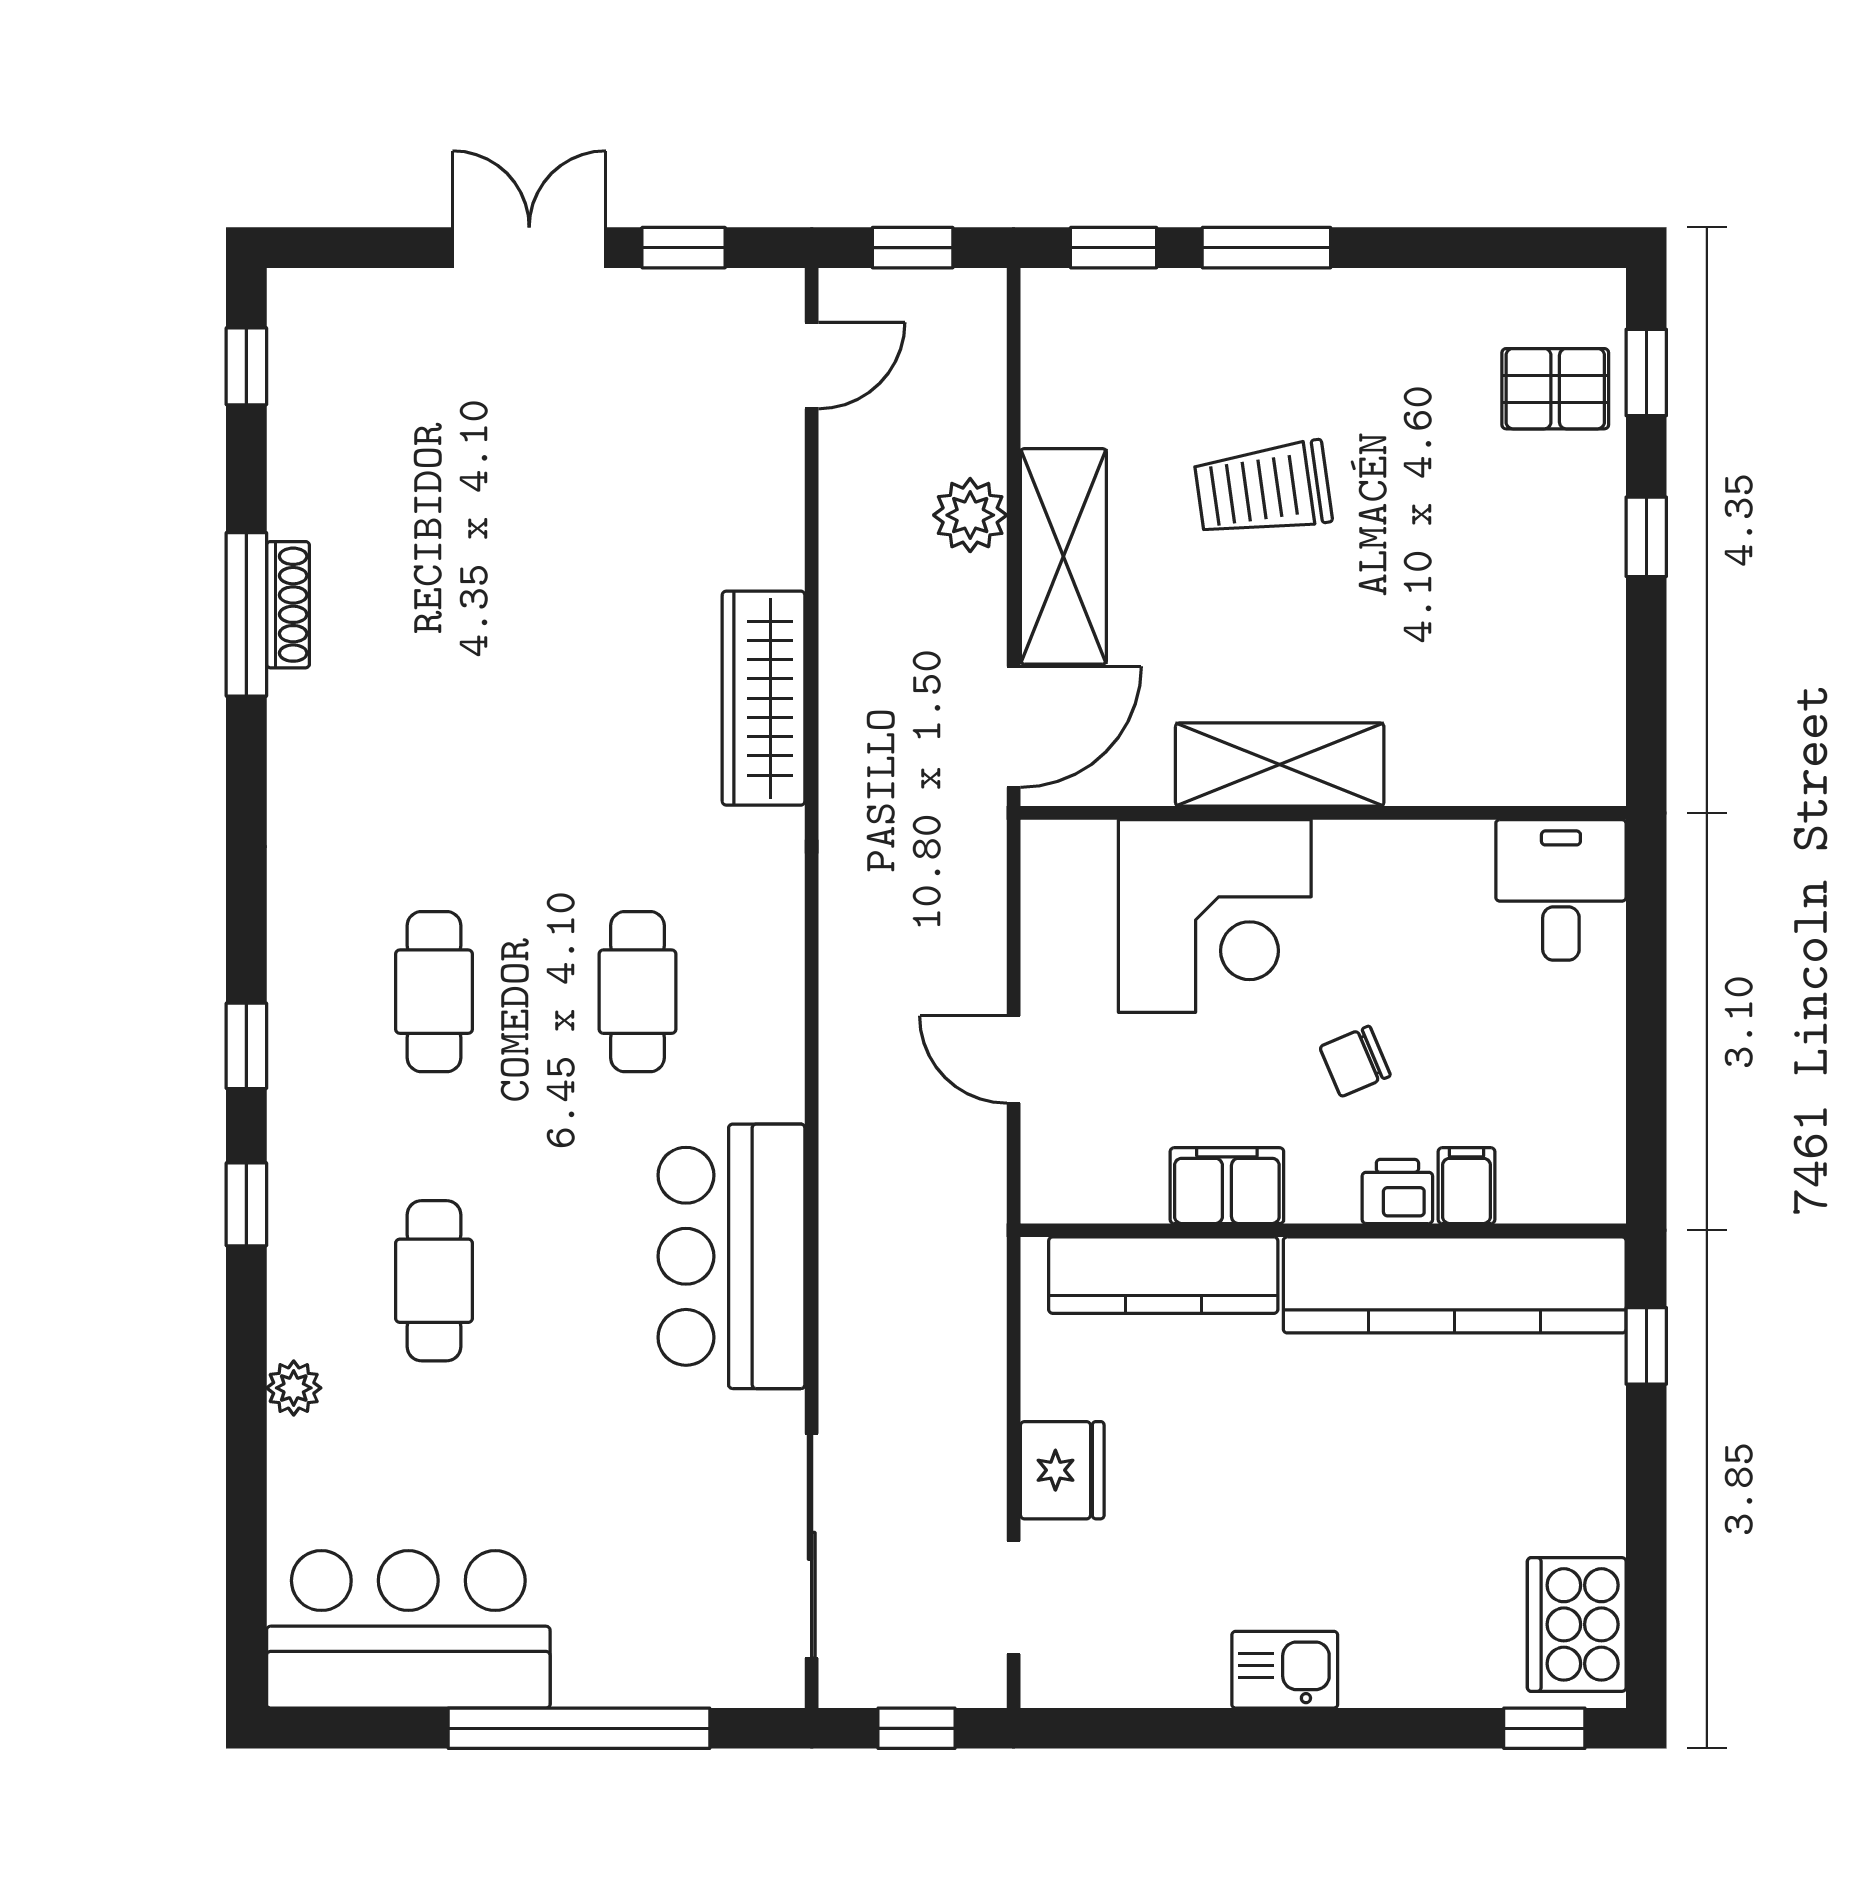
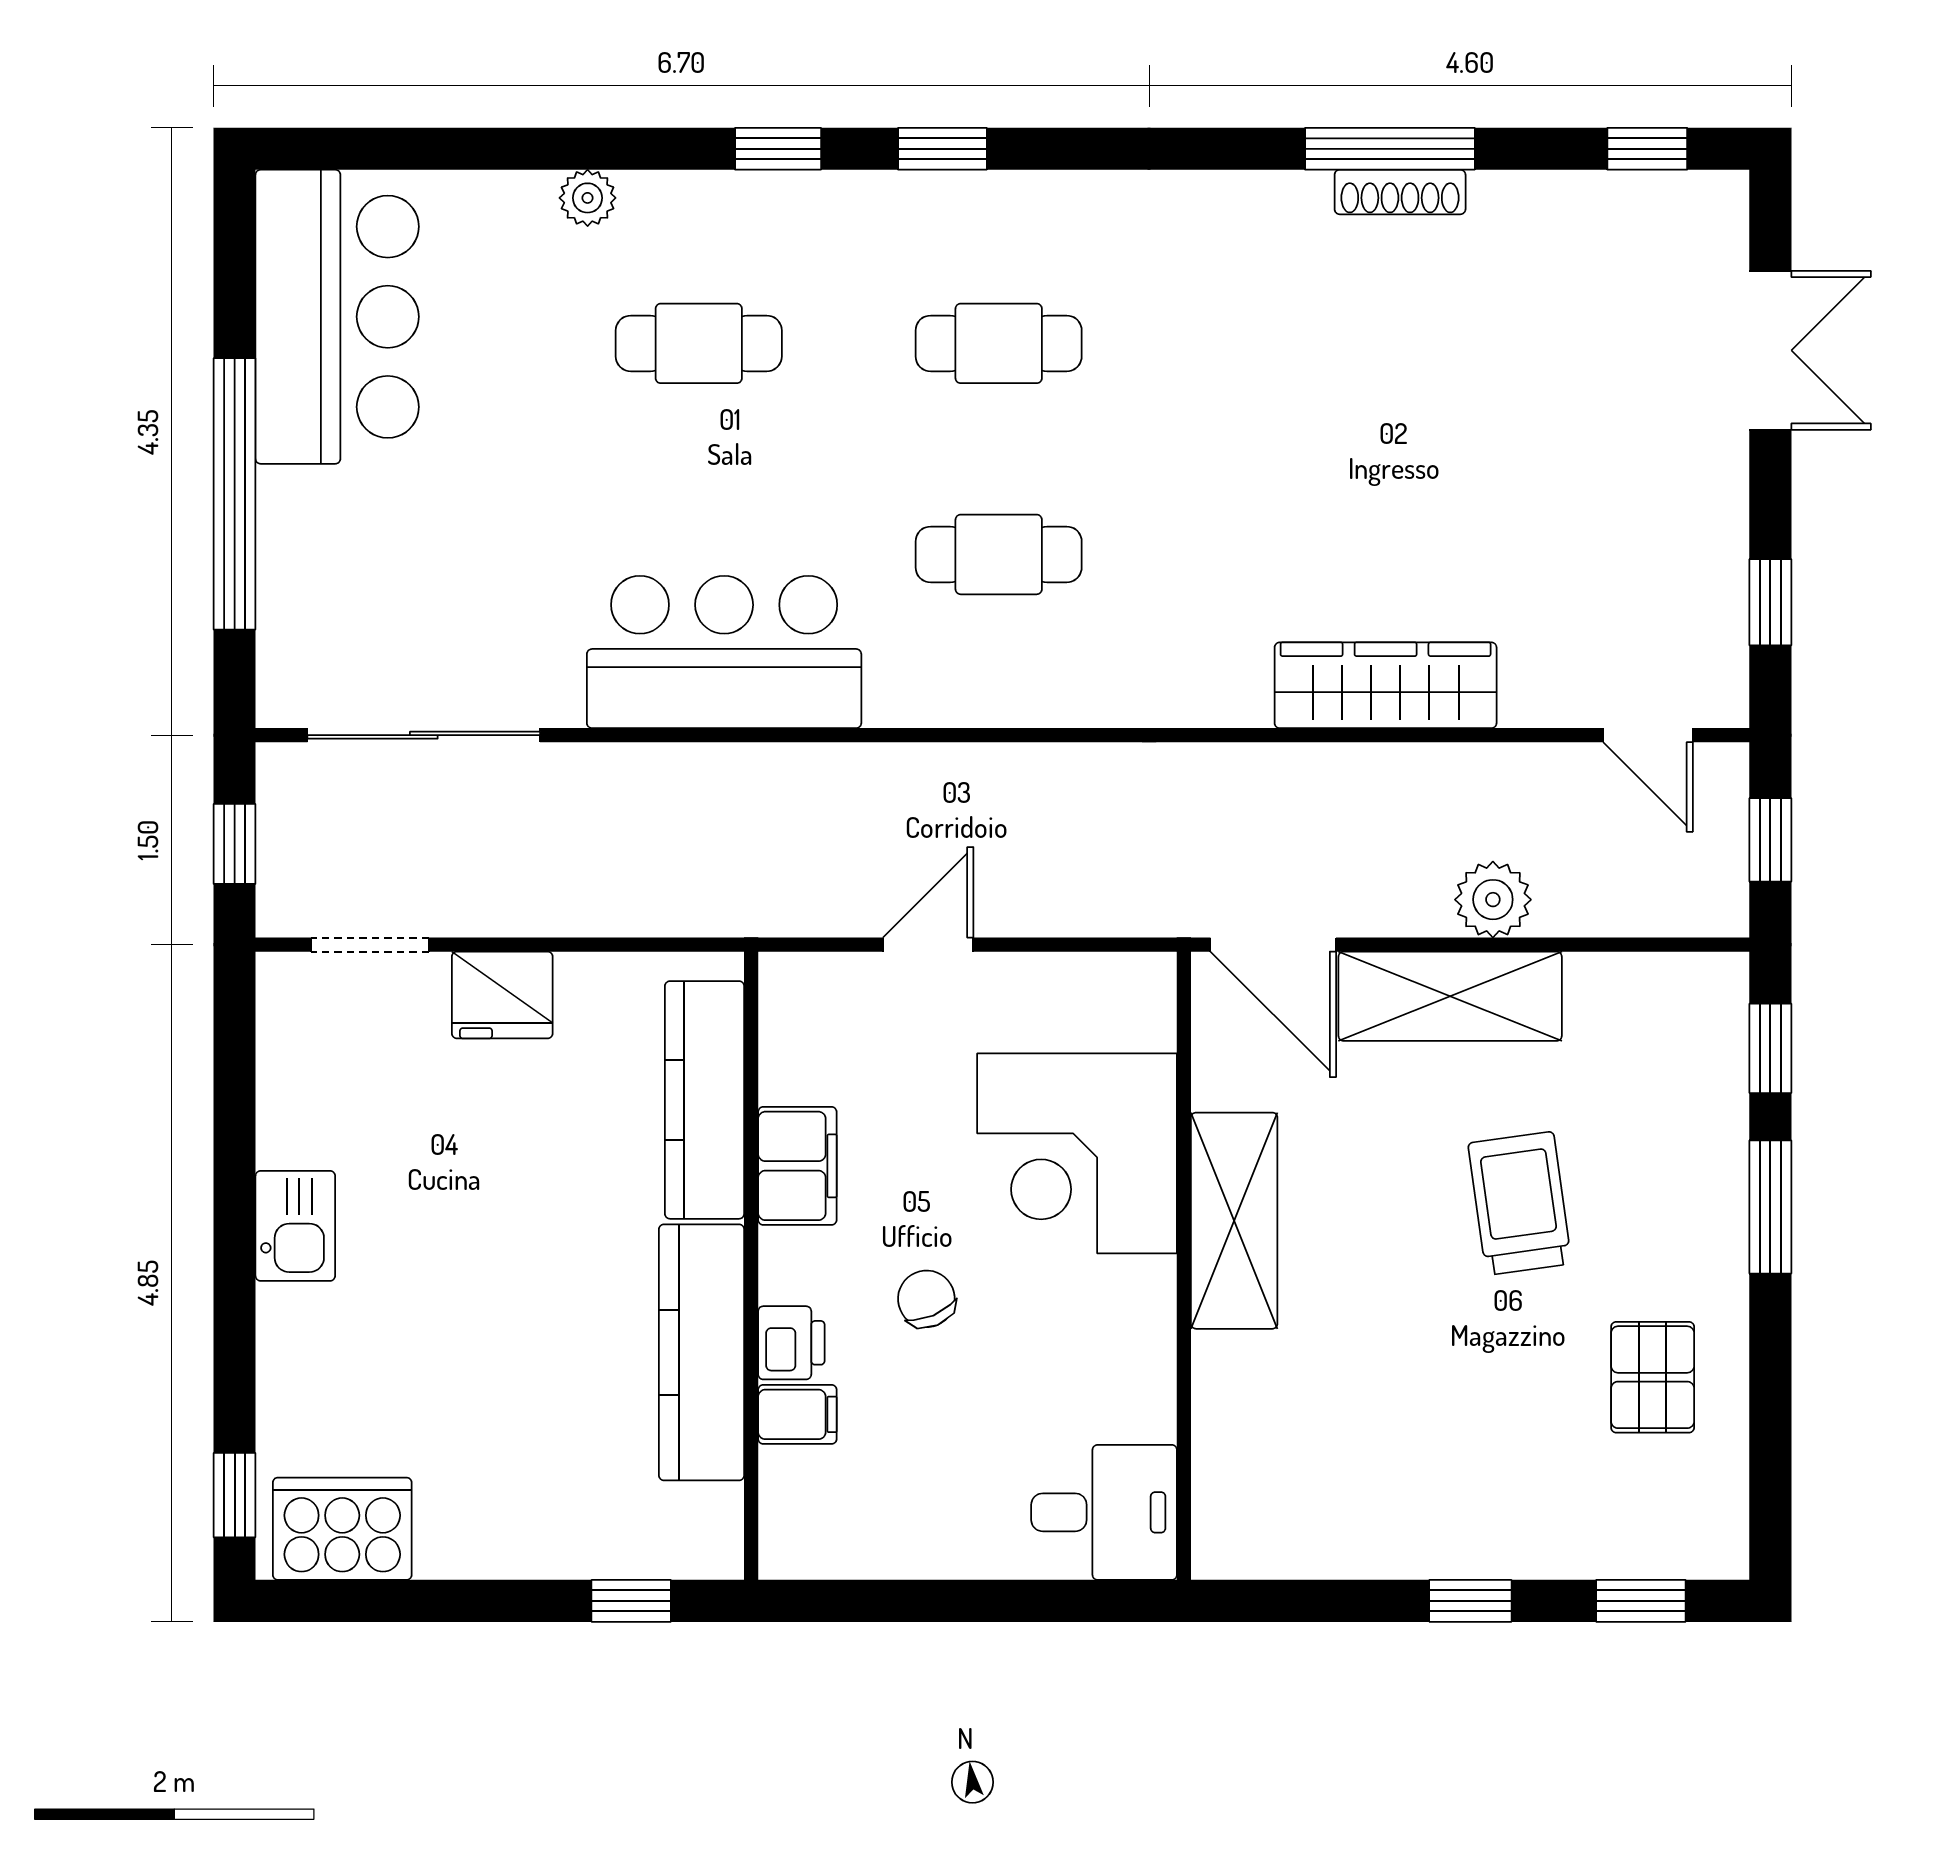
double door: (529, 248) -> (1770, 350), moved
pallet: (1555, 389) -> (1653, 1377), moved
wardrobe: (764, 698) -> (1386, 685), moved
kitchen counter: (1455, 1285) -> (701, 1352), width x0.72, depth x0.86

